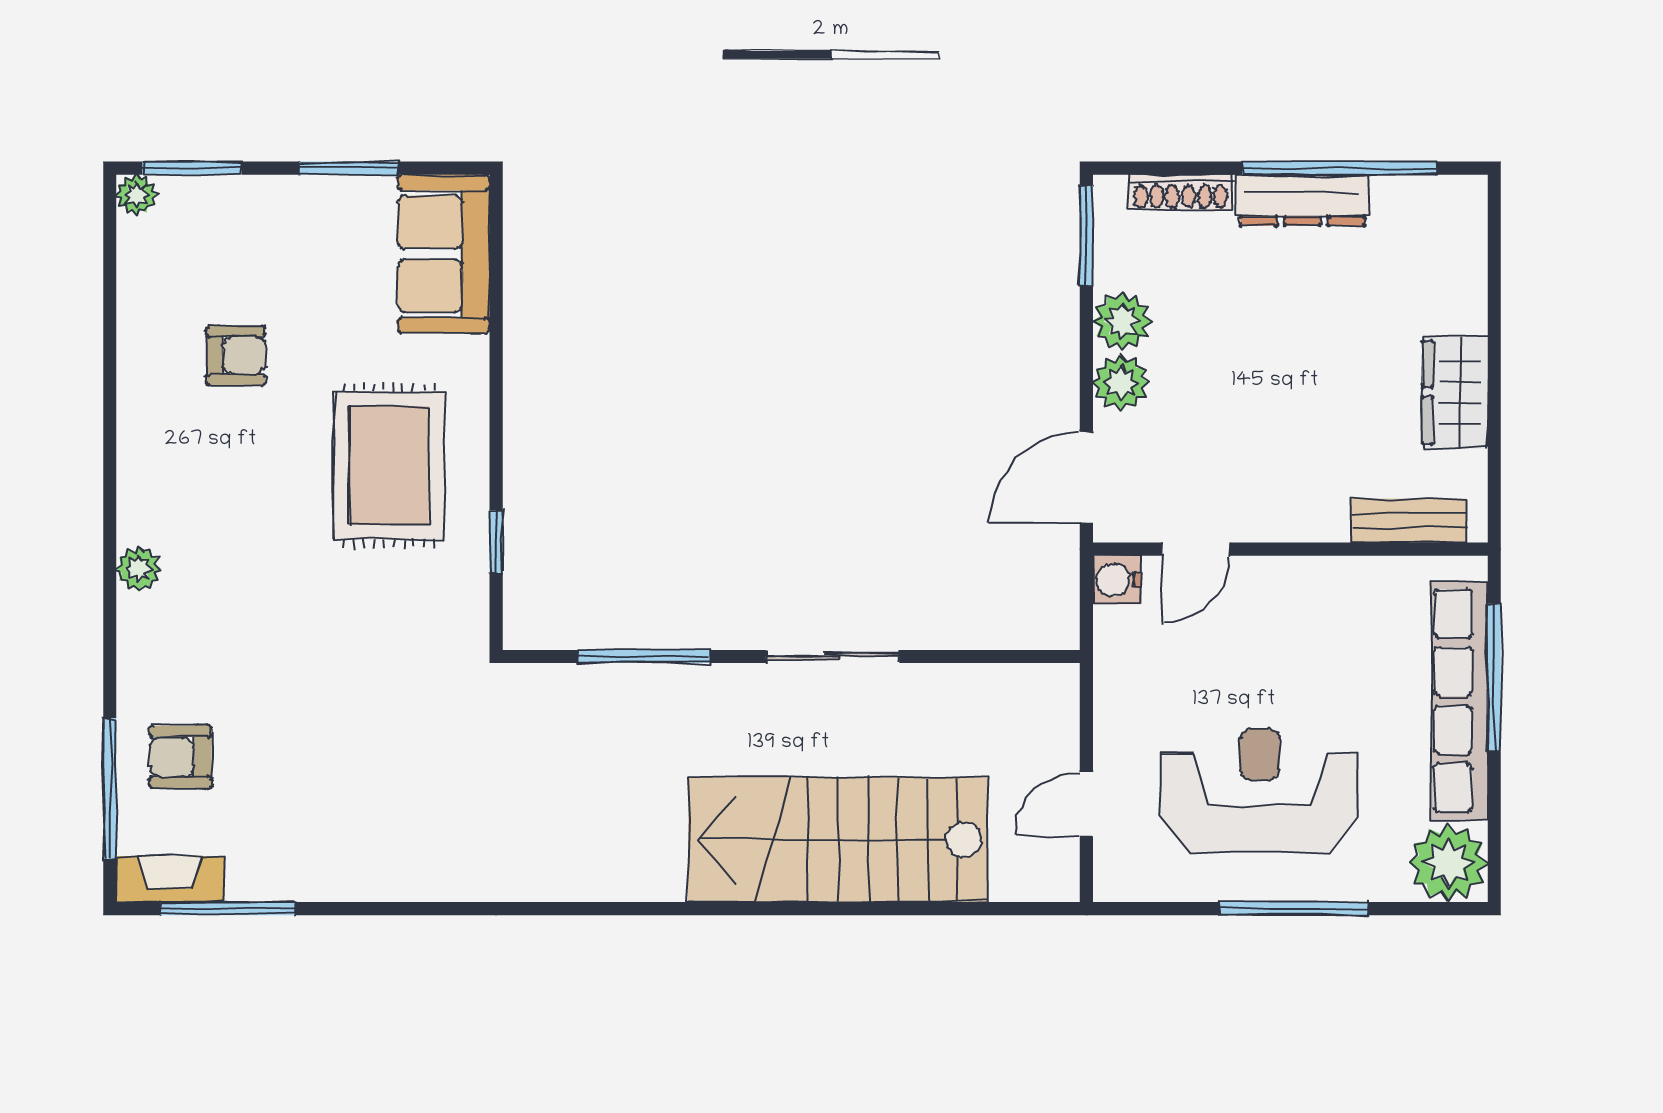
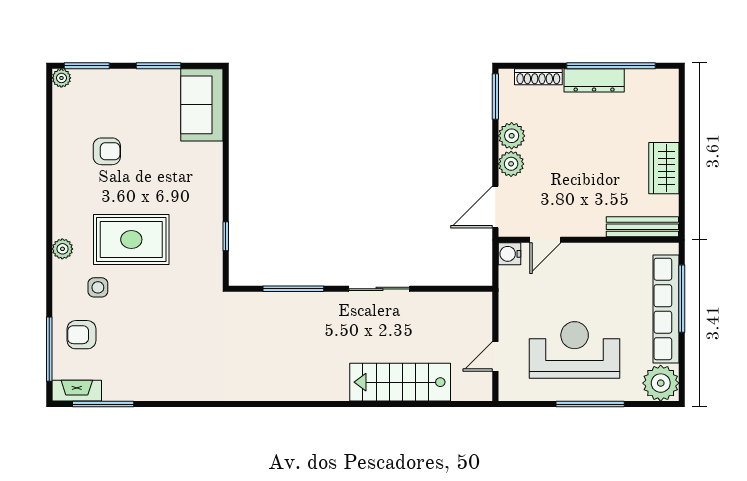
rug: (389, 465) -> (131, 239), moved, turned 90
bench: (1408, 521) -> (642, 227), width x1.36
side table: (216, 653) -> (98, 287), added
stairs: (838, 840) -> (400, 382), width x0.73, depth x0.66

